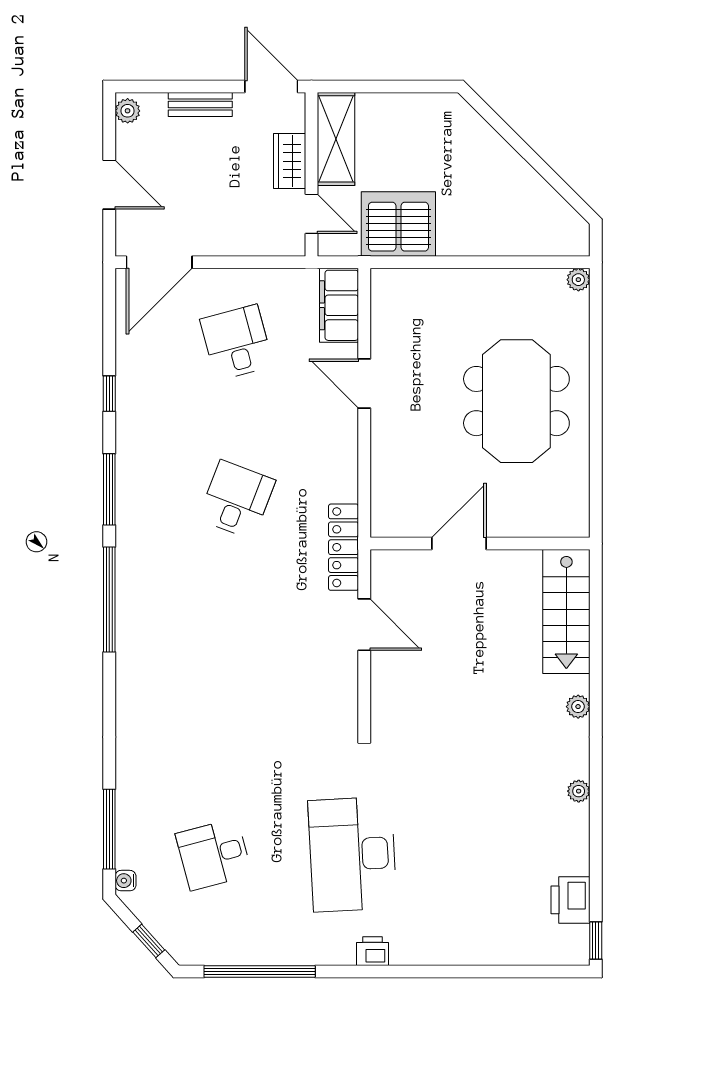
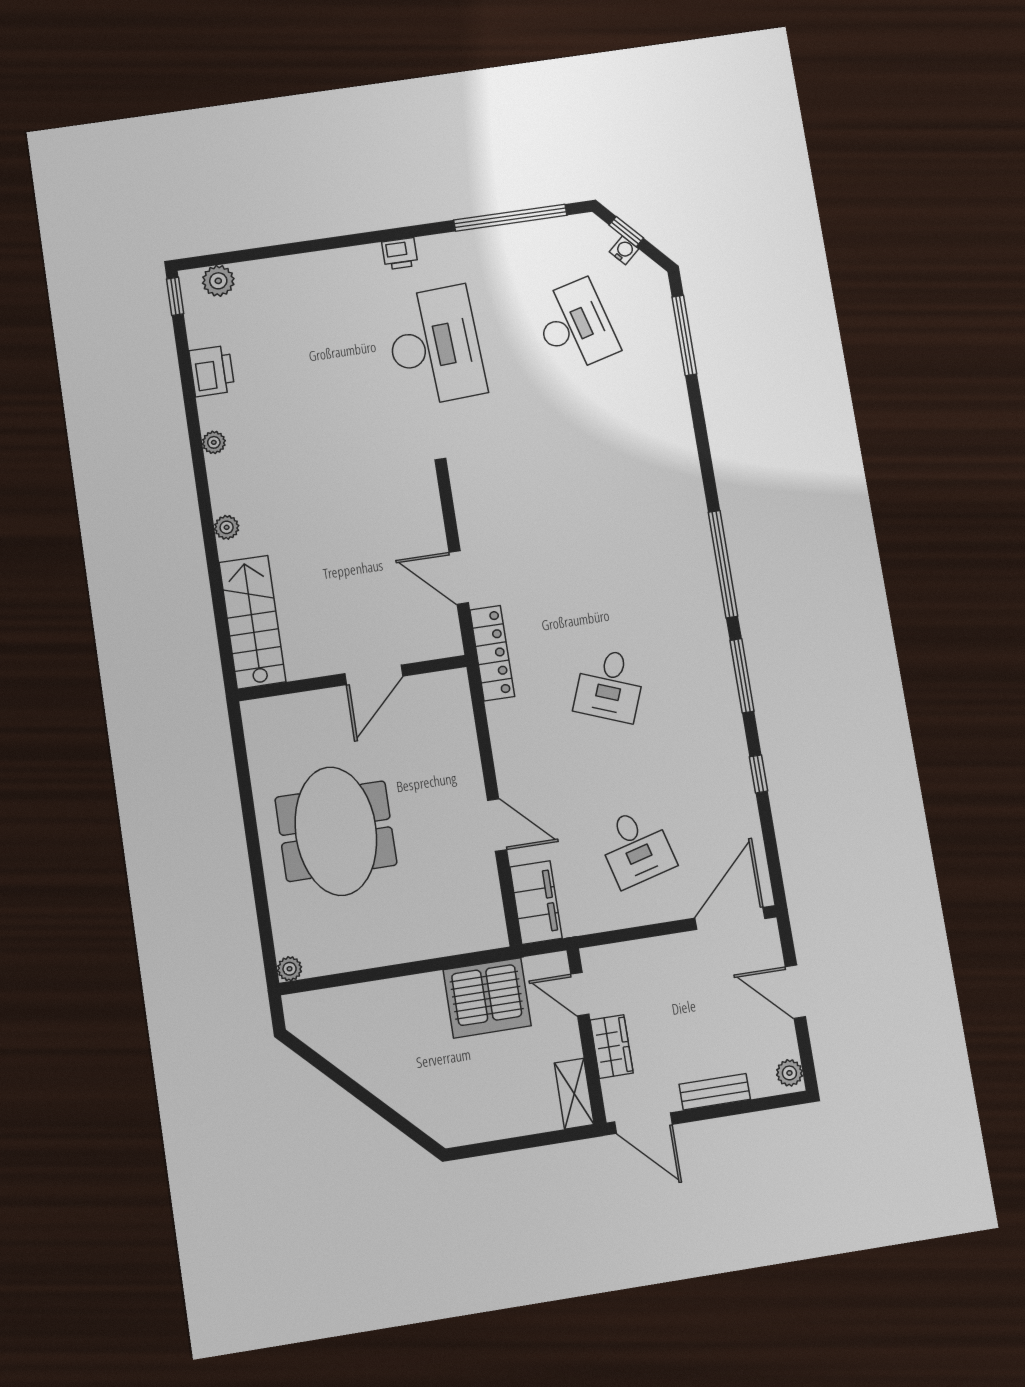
shelving: (336, 139) -> (574, 1094), width x0.67, depth x0.75
desk: (214, 854) -> (575, 326), width x1.37
water cooler: (125, 881) -> (624, 250), moved, turned -42
printer: (571, 900) -> (212, 371), moved
plant: (552, 950) -> (218, 281), added

